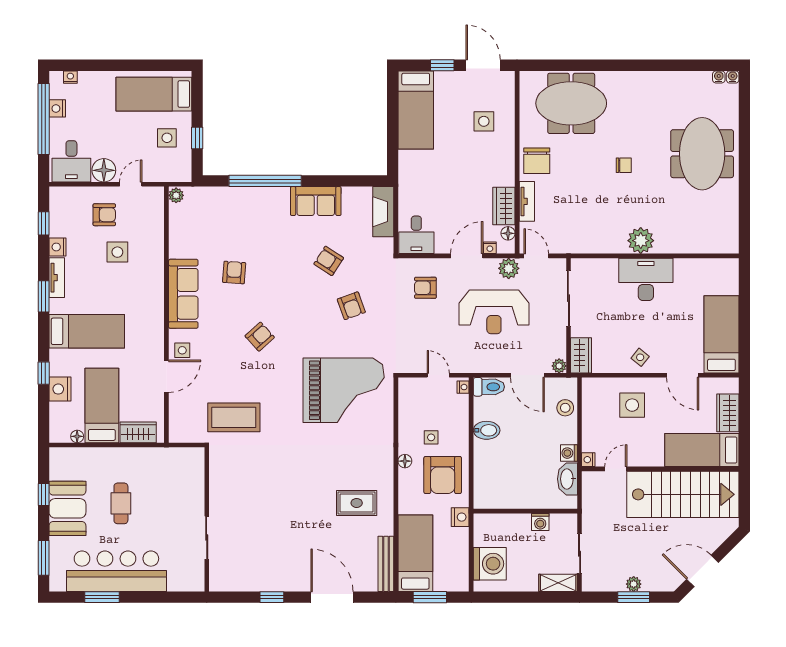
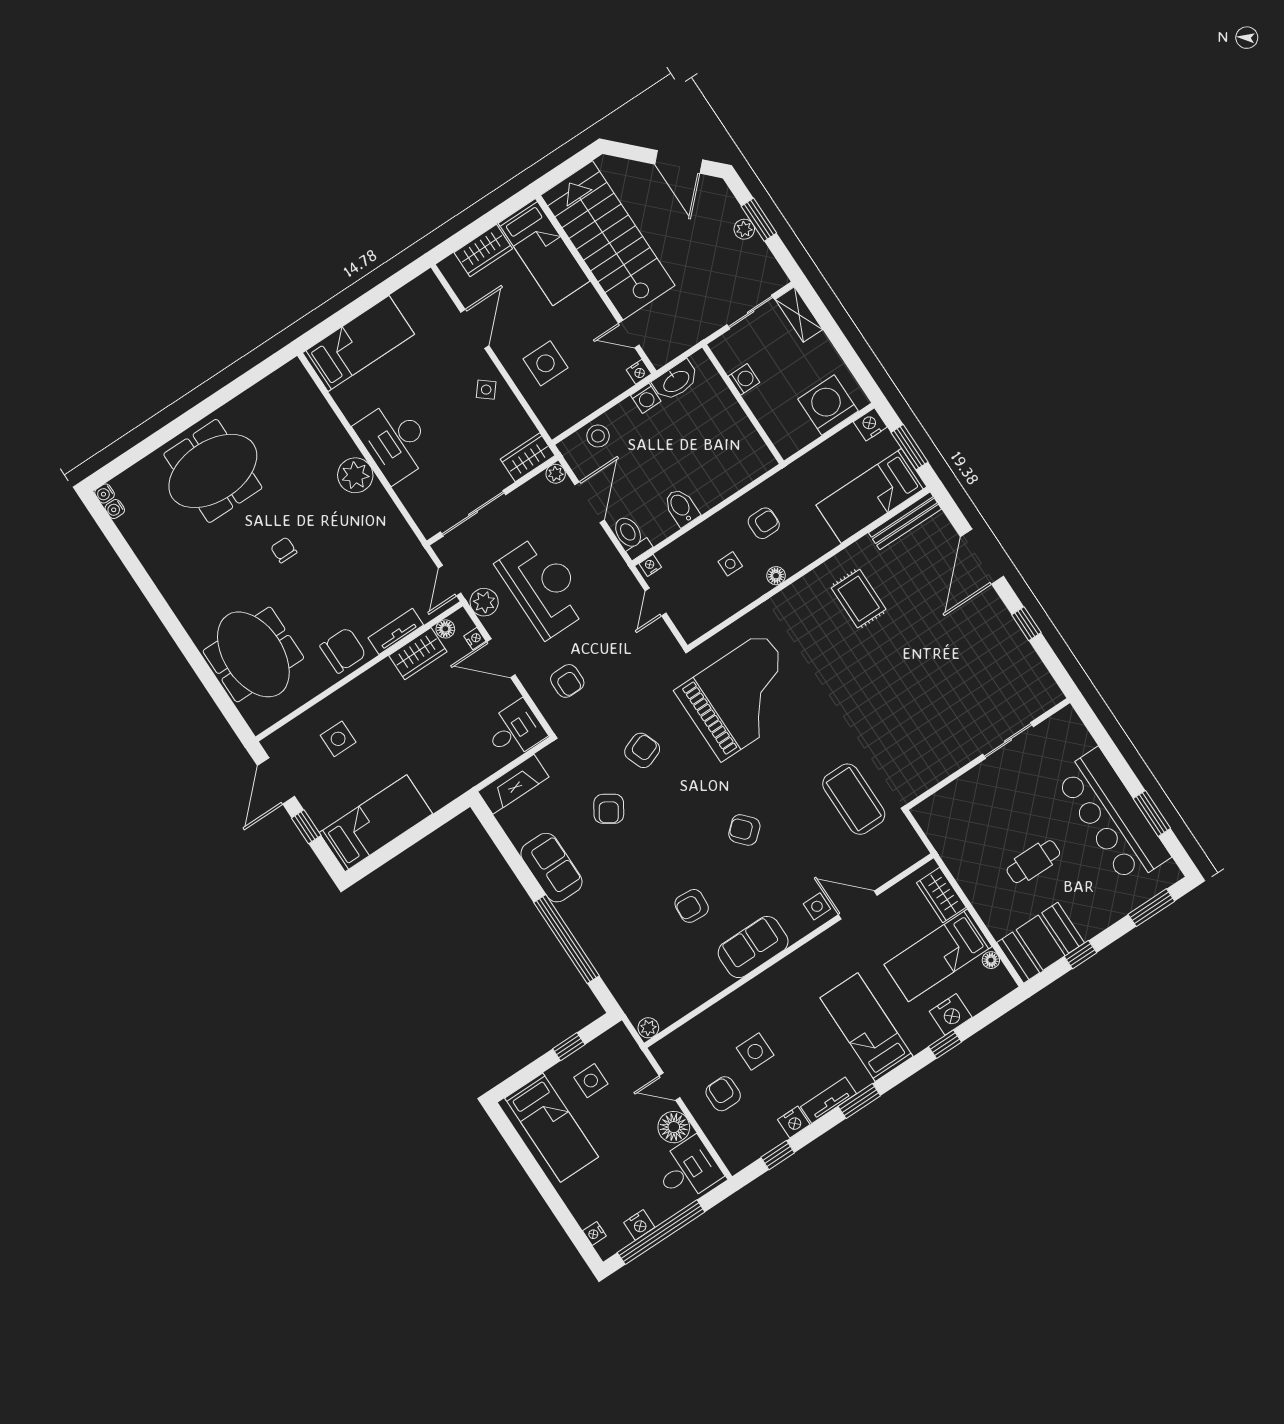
sofa: (183, 294) -> (753, 947), width x0.73
bed: (721, 334) -> (358, 343), moved, turned 180
grand piano: (344, 390) -> (742, 697), turned 90
armchair: (443, 475) -> (764, 523), width x0.53, depth x0.53
booth: (67, 508) -> (1041, 943), moved
nightstand: (460, 517) -> (870, 424), moved

